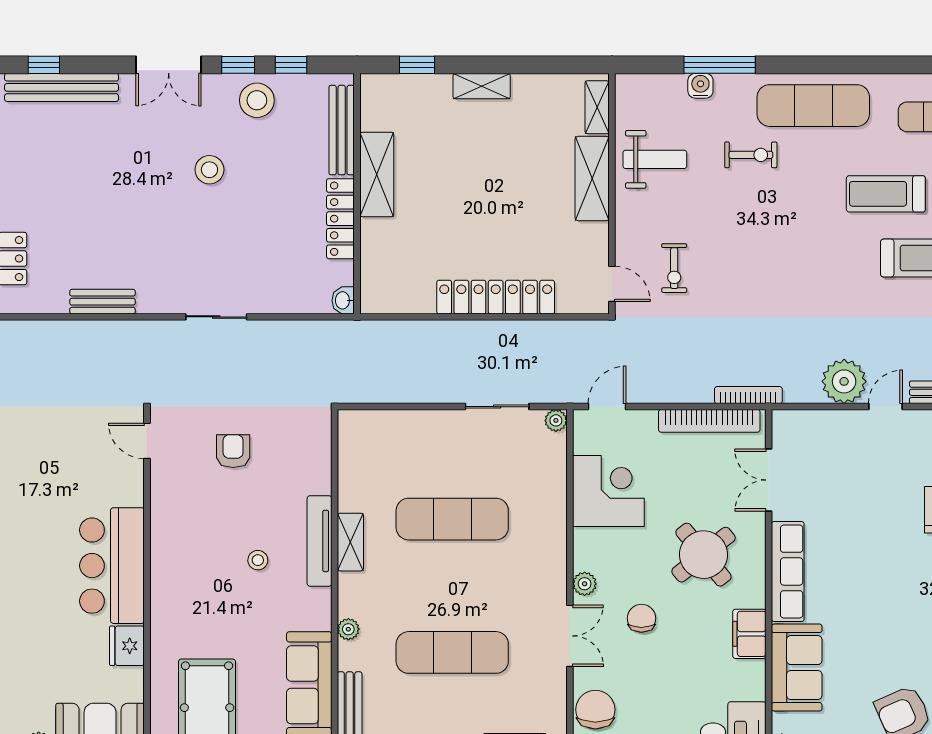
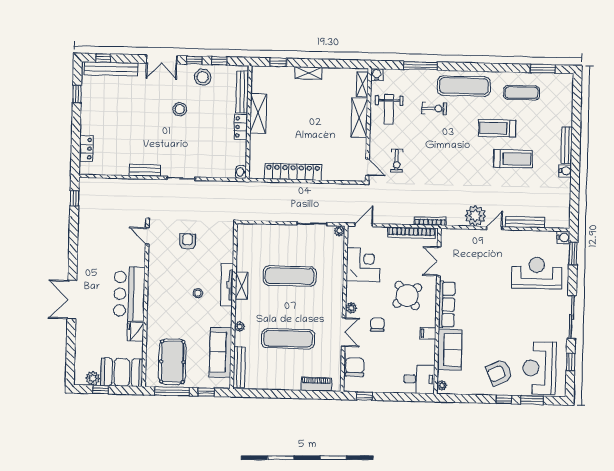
water cooler: (700, 86) -> (377, 75), moved
weight bench: (655, 159) -> (389, 109), turned 90
locker: (340, 219) -> (241, 127), width x0.66
locker: (496, 297) -> (293, 172), moved
bench: (102, 302) -> (145, 170), moved
filing cabinet: (749, 634) -> (428, 333), width x0.50

